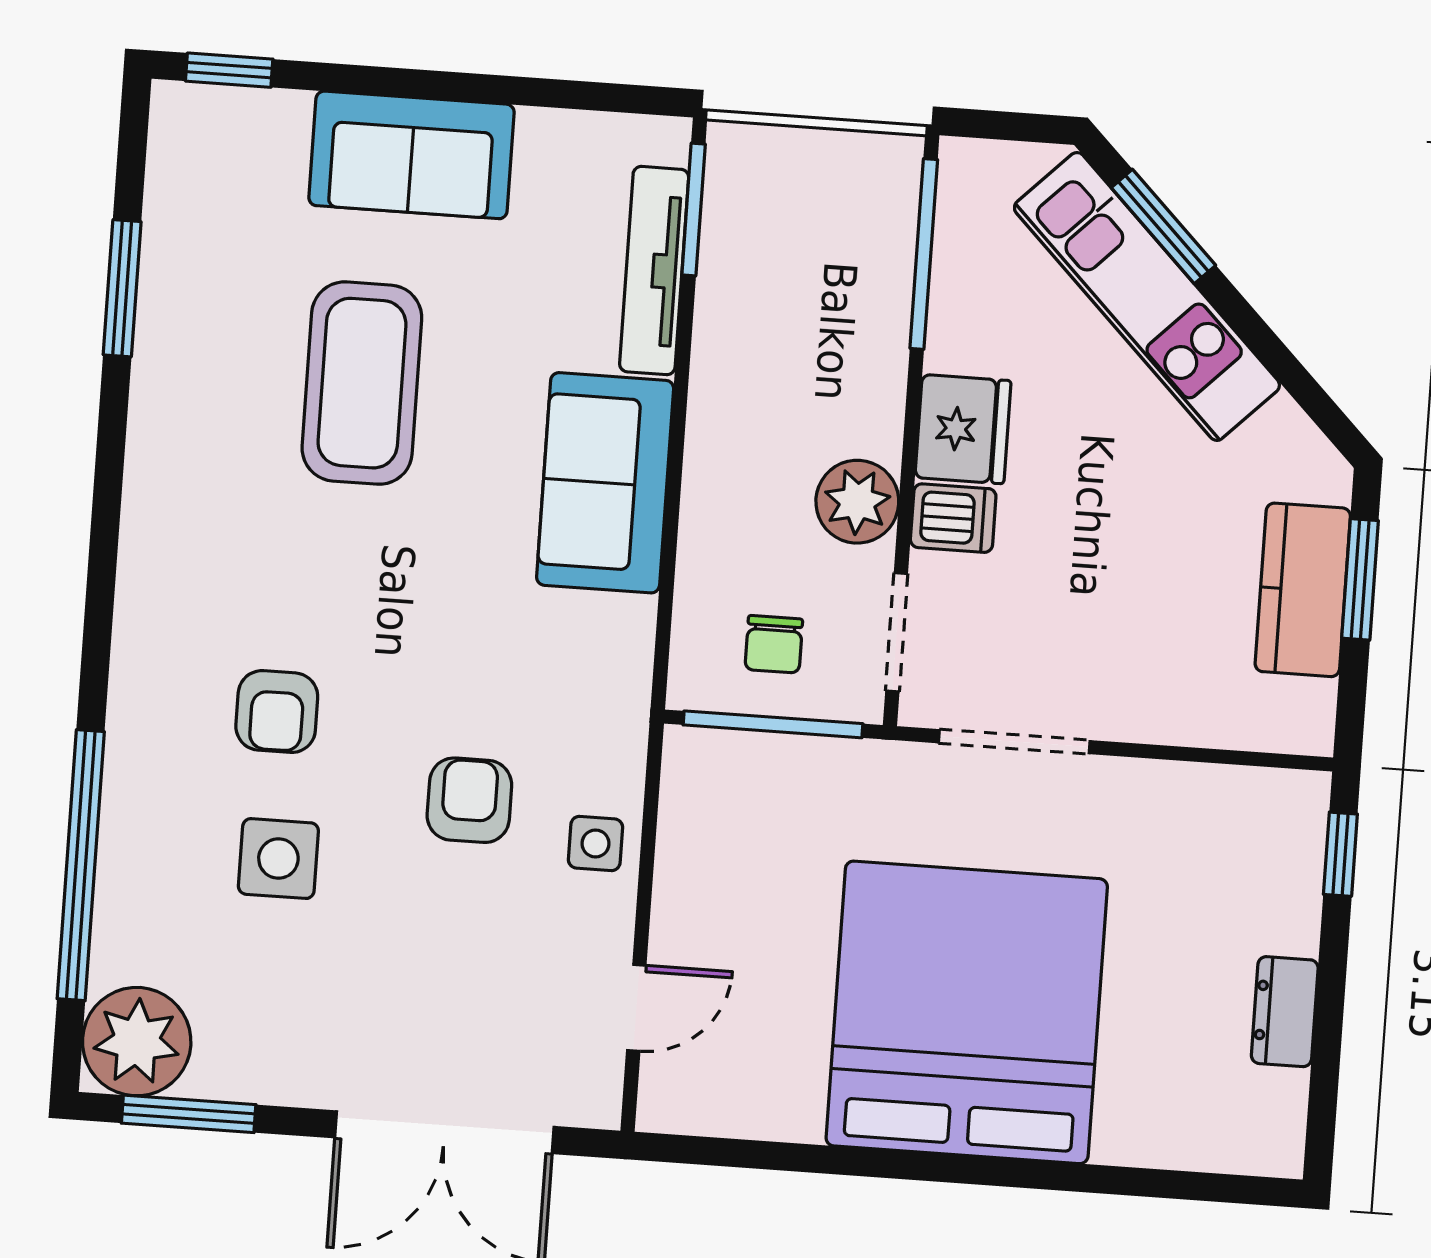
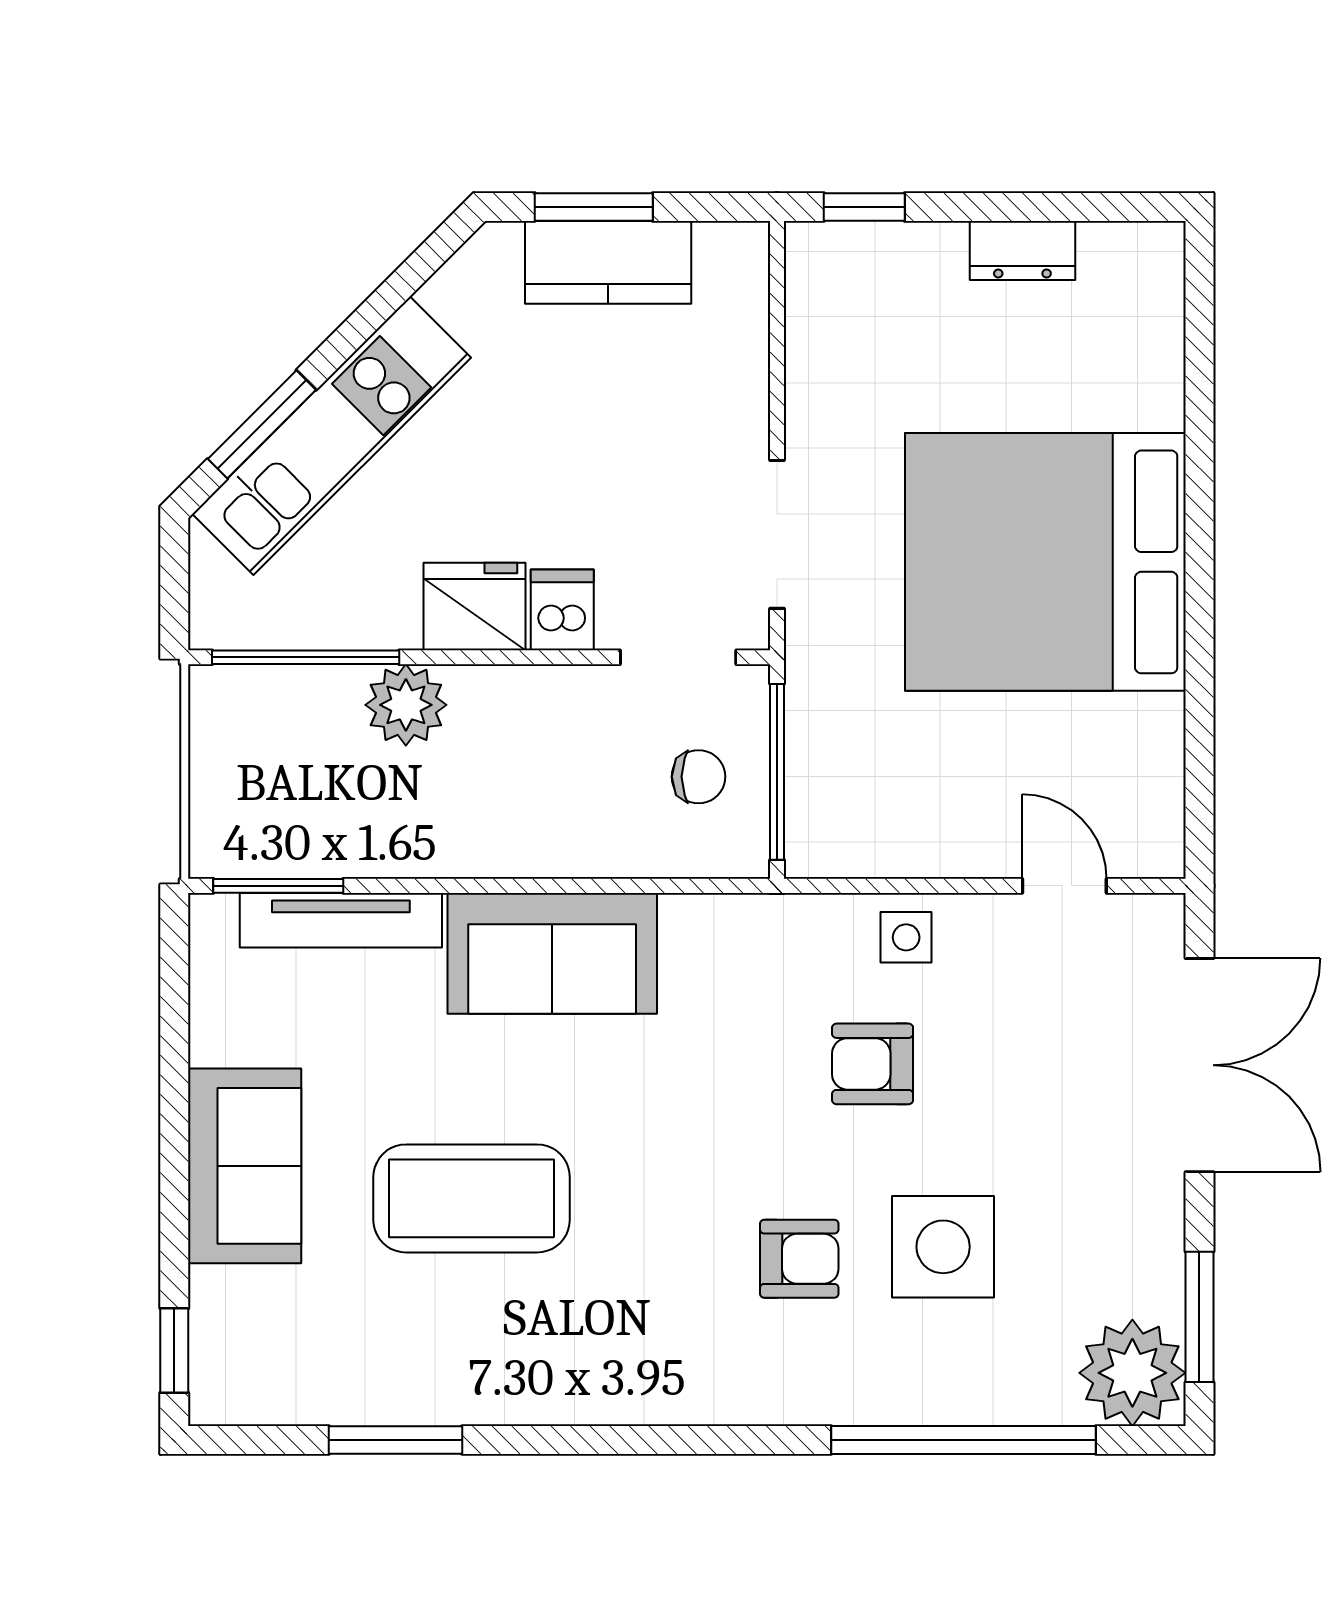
plant: (857, 502) -> (406, 705), moved
side table: (278, 859) -> (943, 1247), width x1.37, depth x1.37

